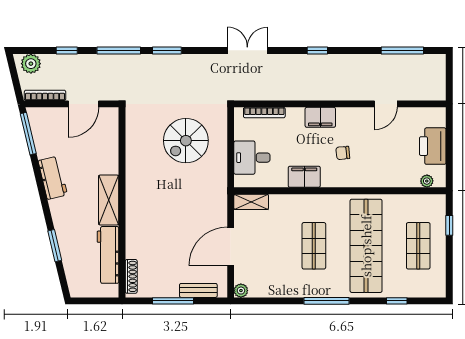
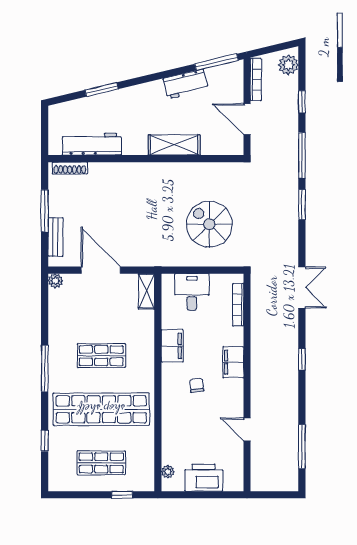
workbench: (53, 178) -> (186, 84), moved
shelving: (109, 200) -> (174, 145), moved

